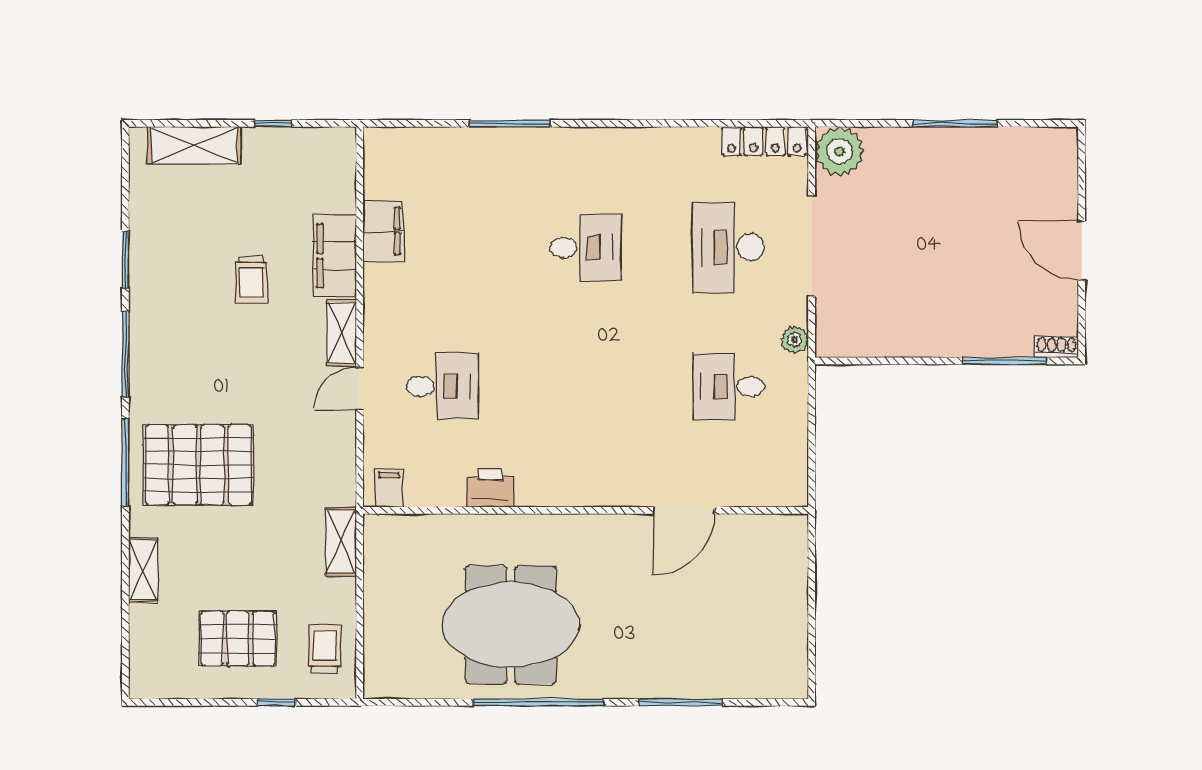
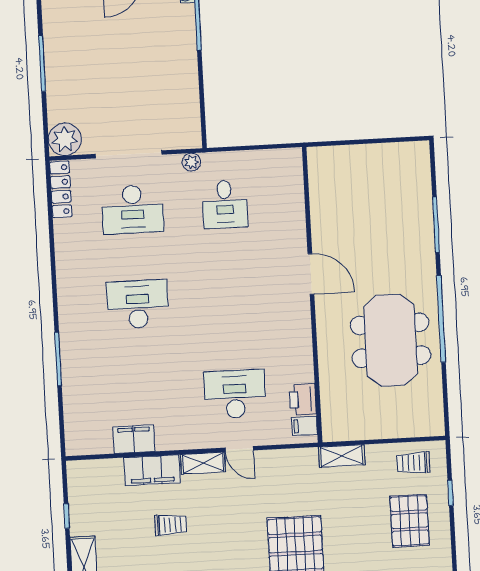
desk: (586, 248) -> (138, 304), width x1.37
desk: (443, 386) -> (235, 394), width x1.37
printer: (490, 488) -> (303, 399), moved
door: (684, 510) -> (311, 274), moved

